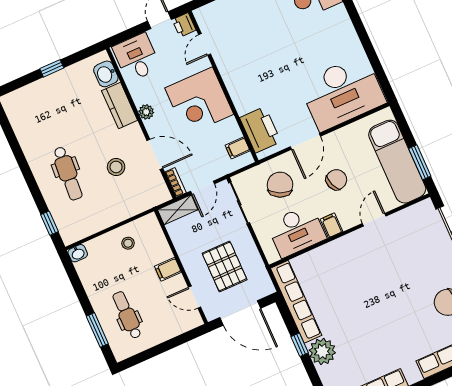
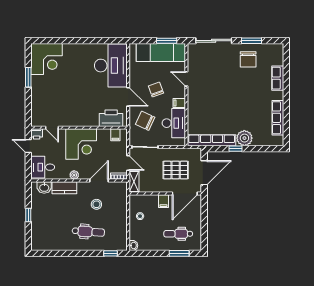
door: (195, 297) -> (185, 193), width x1.88

